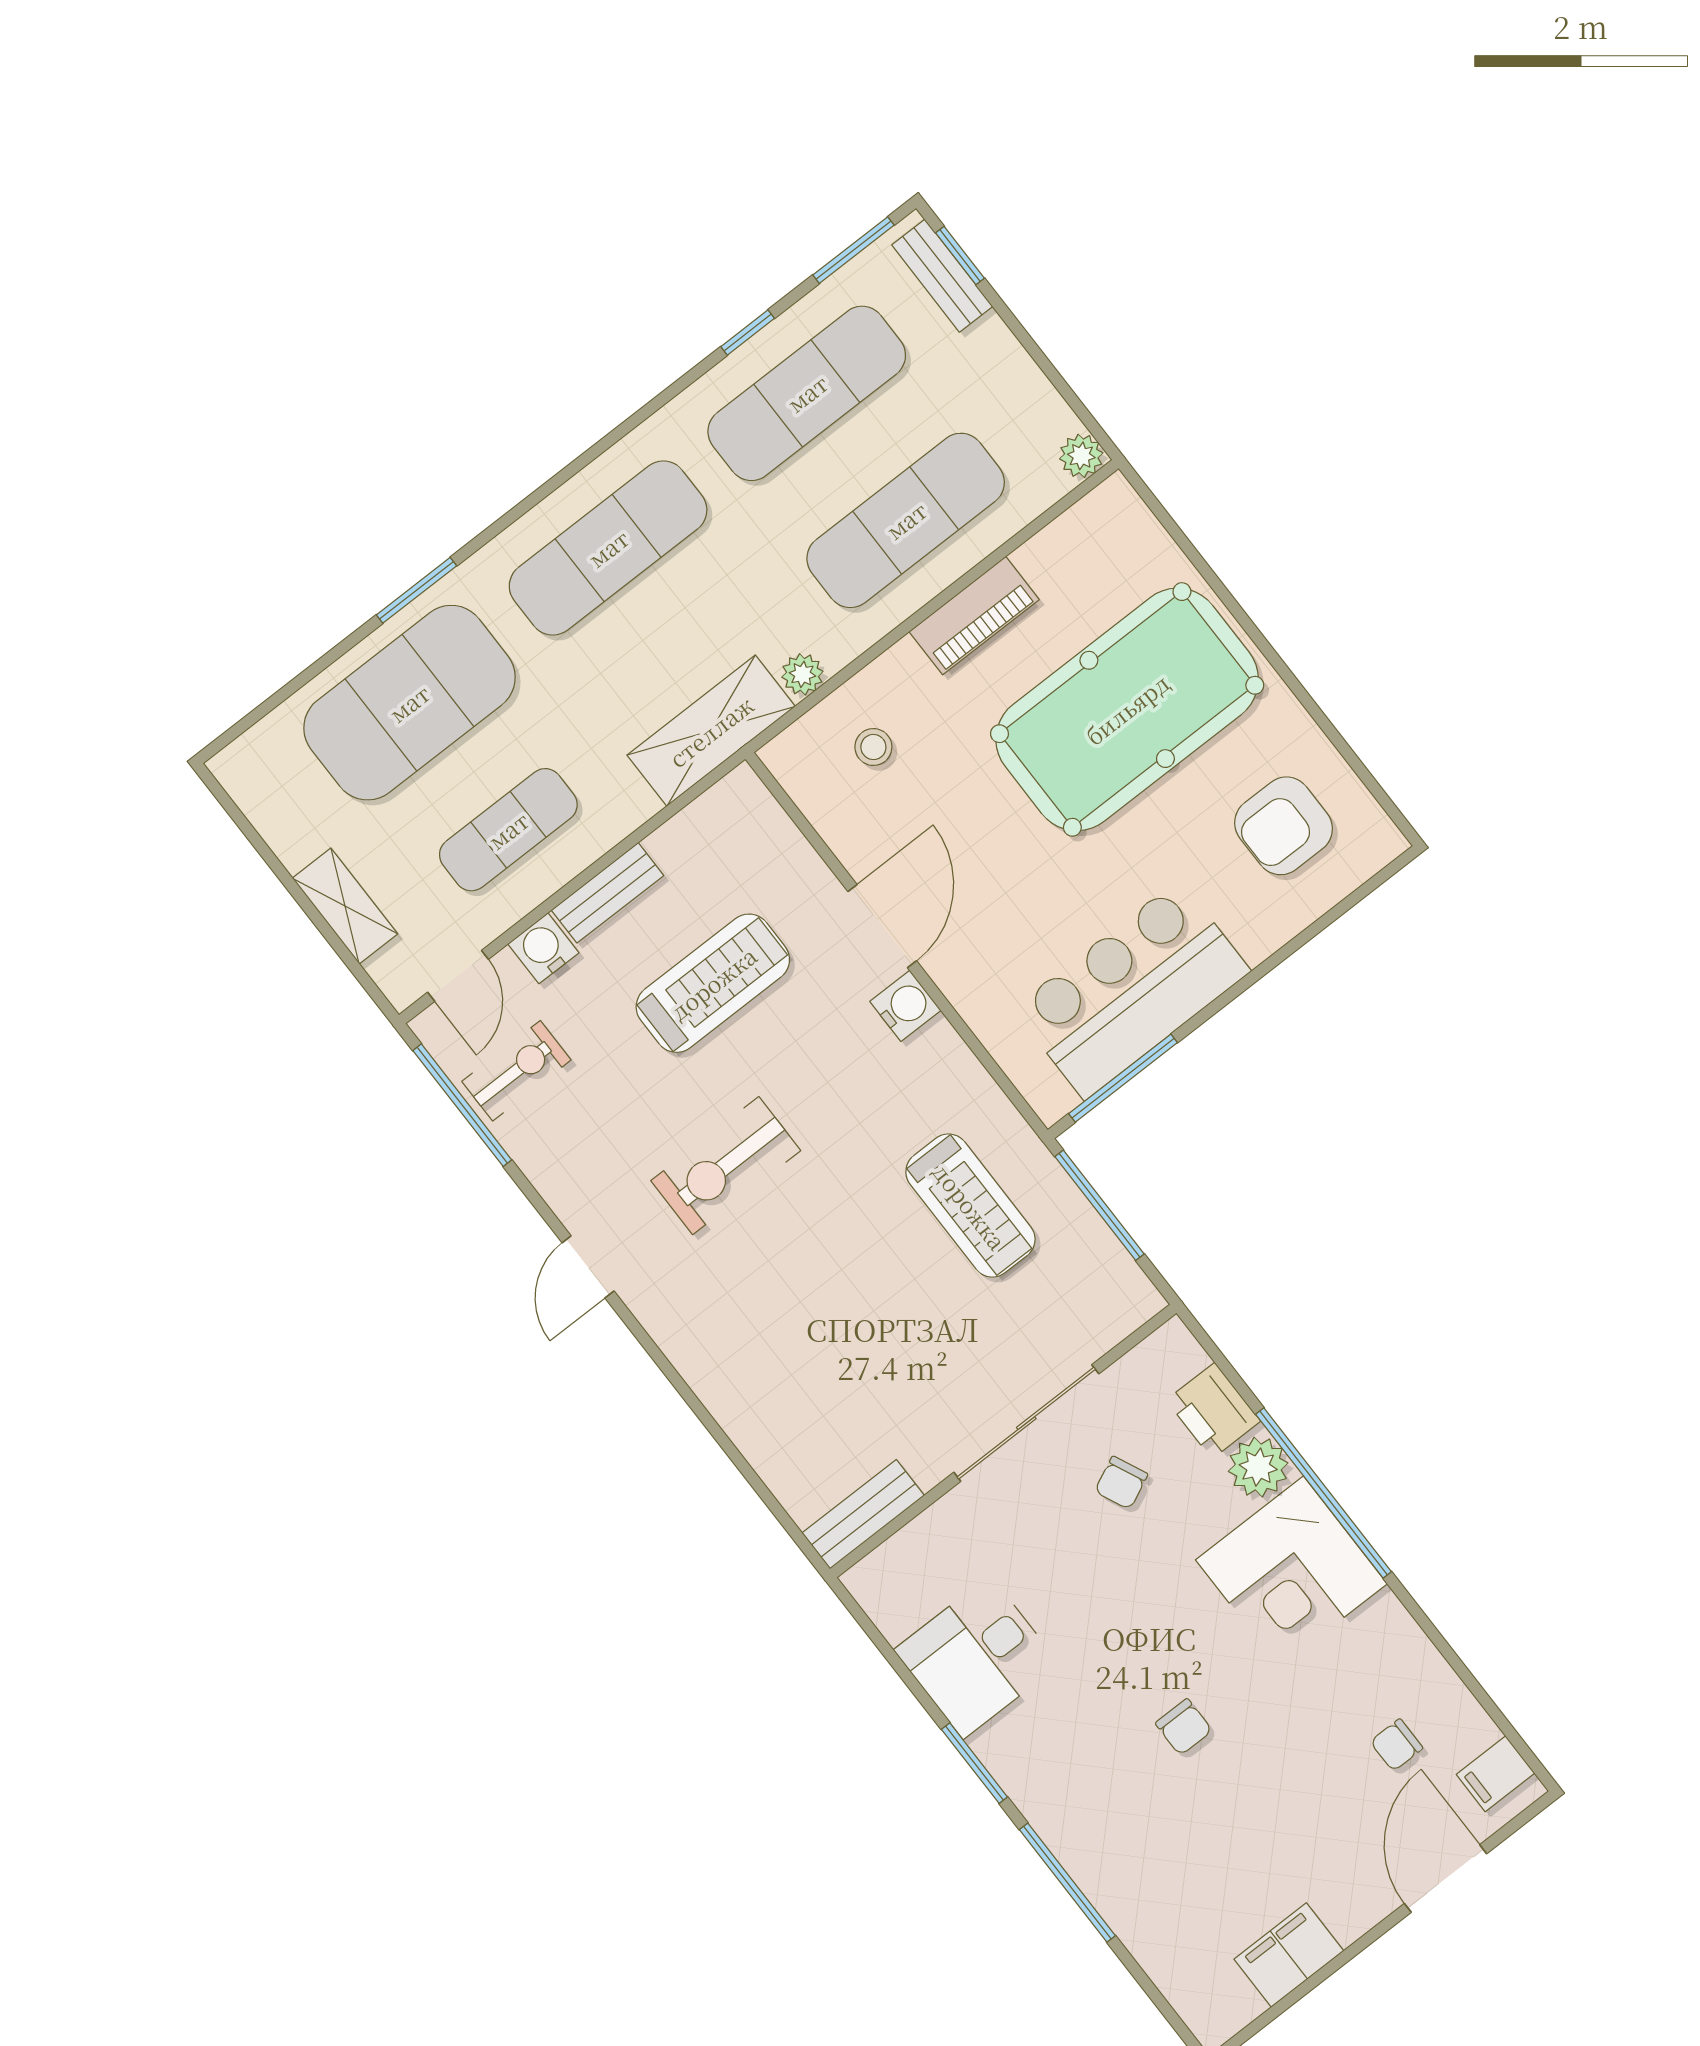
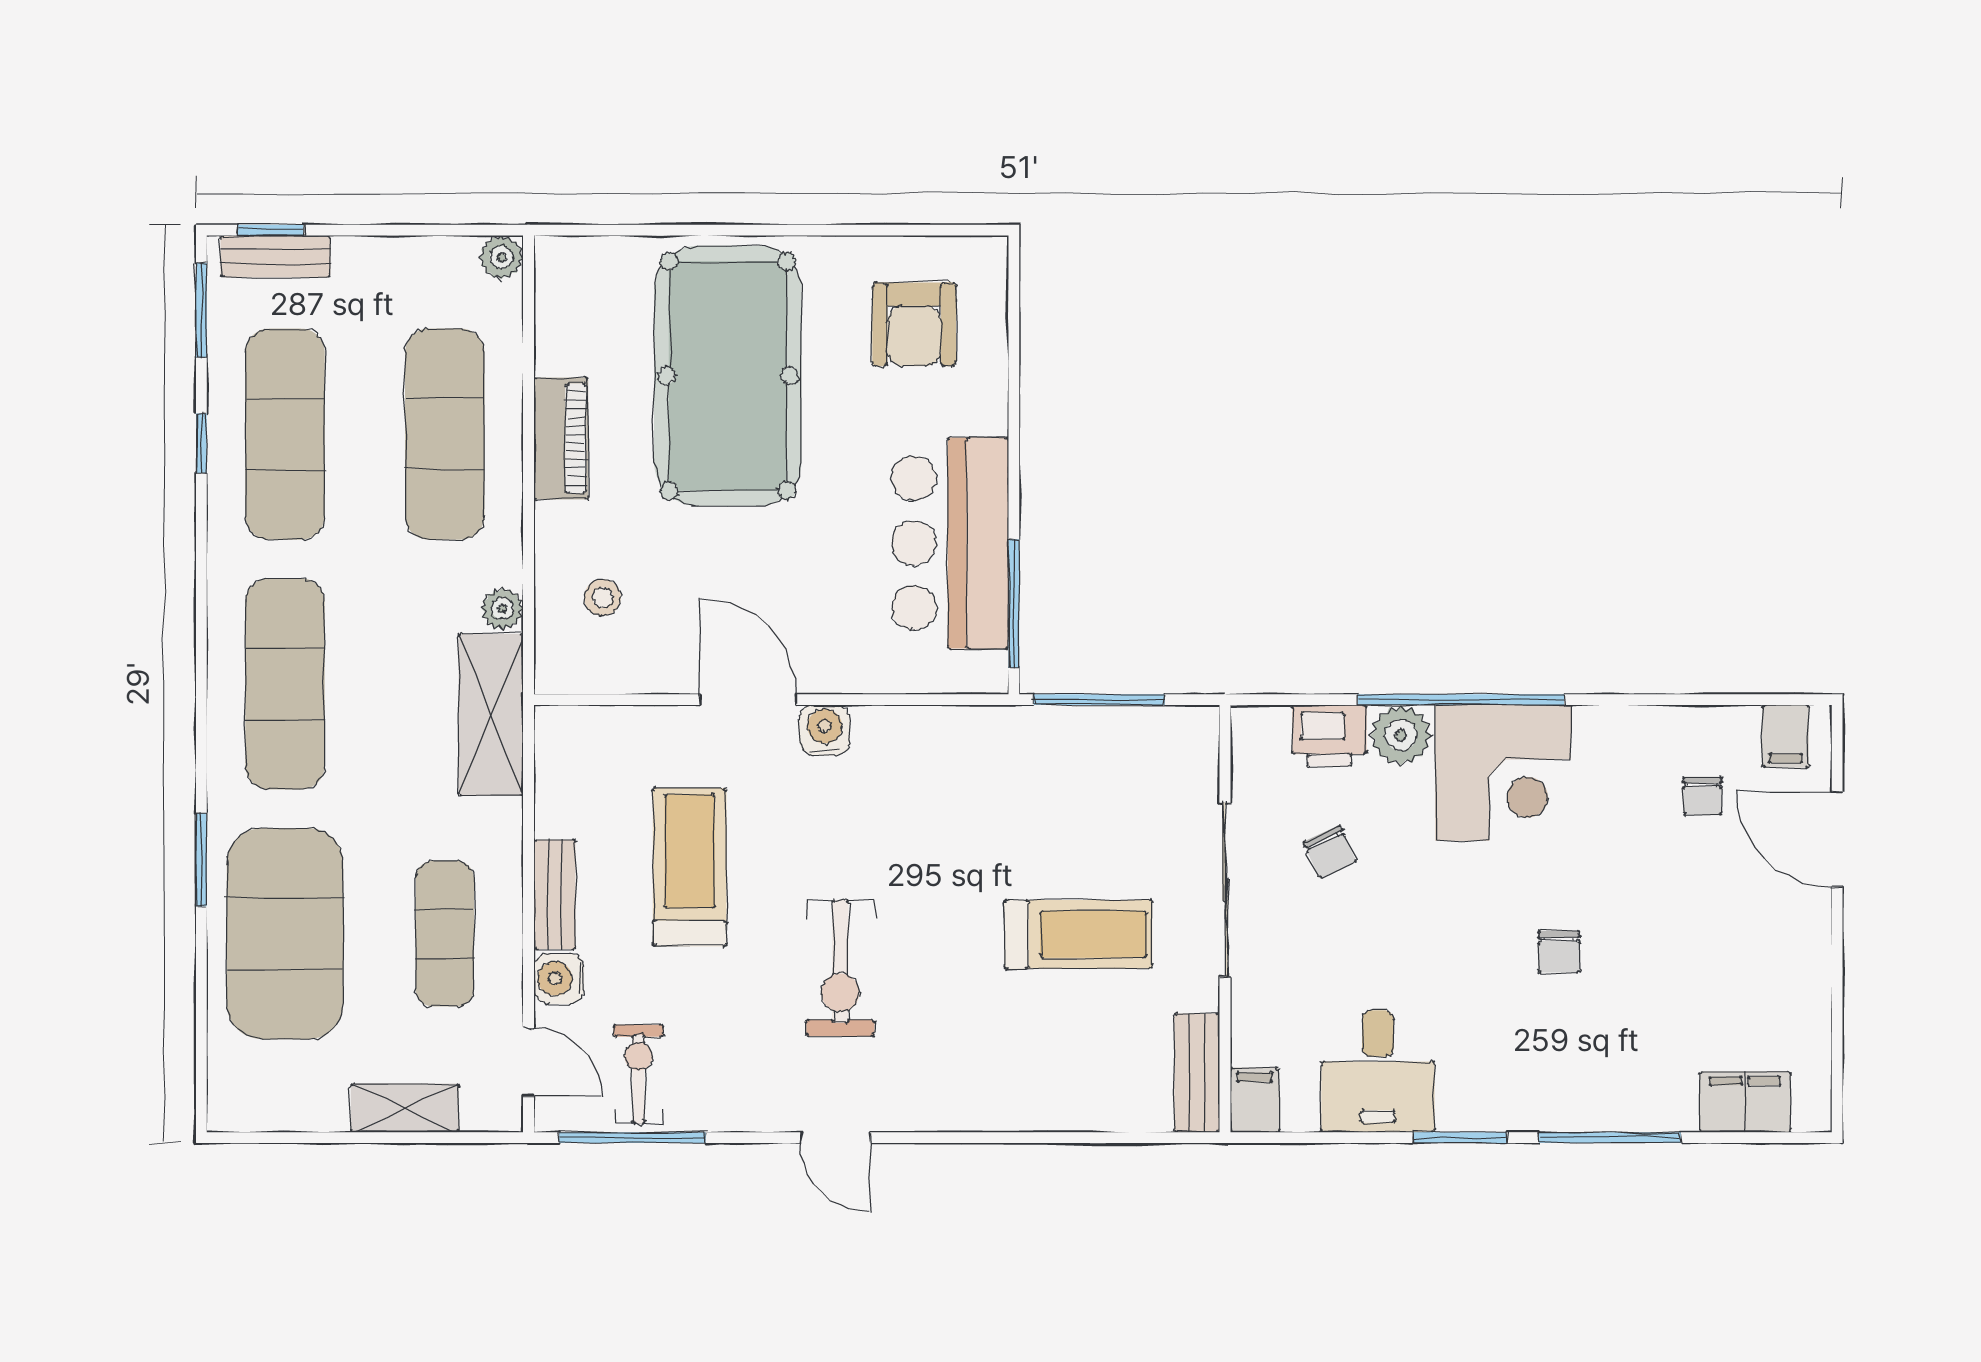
treadmill: (970, 1206) -> (1078, 934), moved
filing cabinet: (878, 1577) -> (1255, 1100), added
chair: (1184, 1727) -> (1559, 952), turned 90
filing cabinet: (1289, 1955) -> (1745, 1102), moved, turned 90

